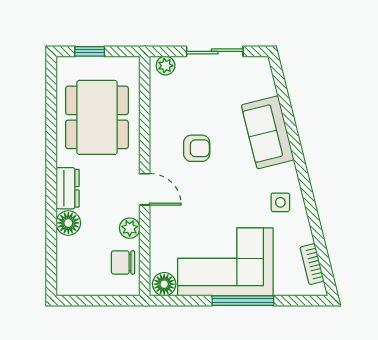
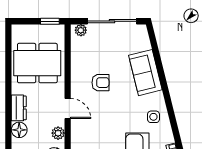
window: (90, 51) -> (50, 21), moved
sliding door: (215, 51) -> (112, 21), width x1.37
dining table: (97, 117) -> (37, 63), turned 90

